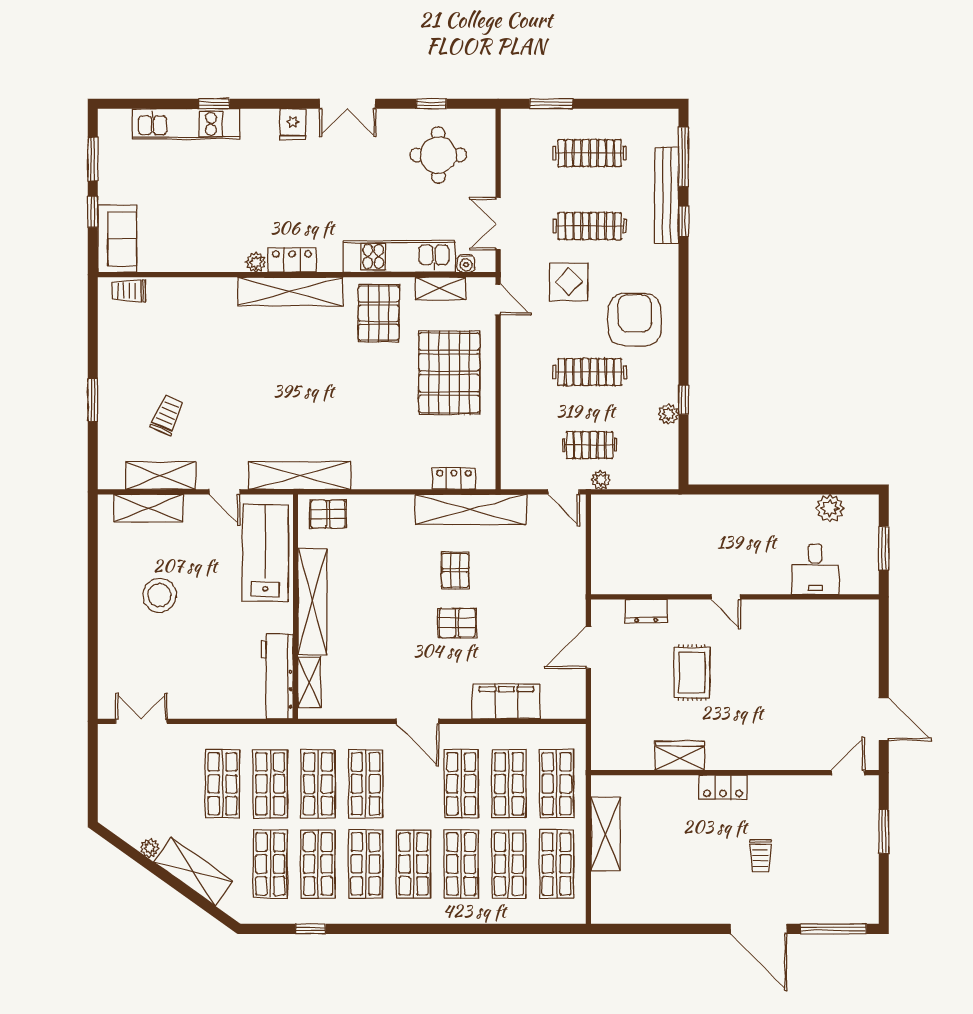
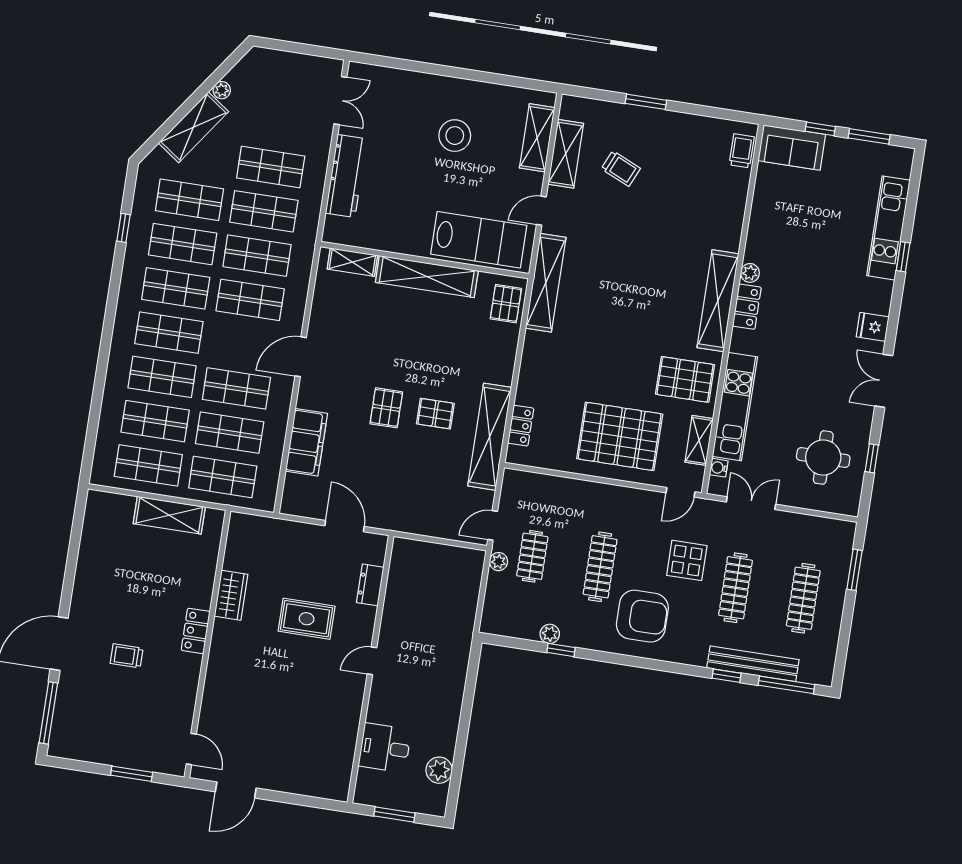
workbench: (277, 676) -> (346, 176), moved, turned 90

